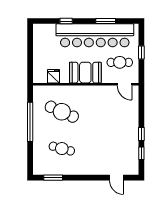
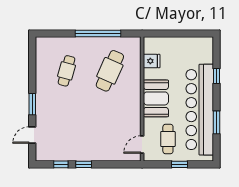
window: (53, 178) -> (32, 104), moved

